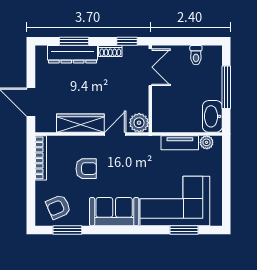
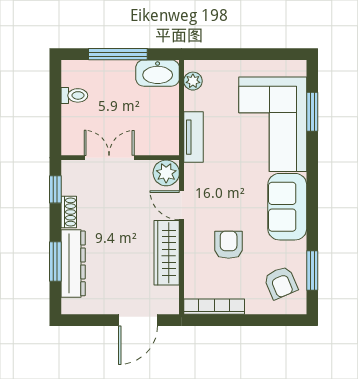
double door: (150, 67) -> (109, 158), moved
tv unit: (180, 143) -> (193, 137), moved

